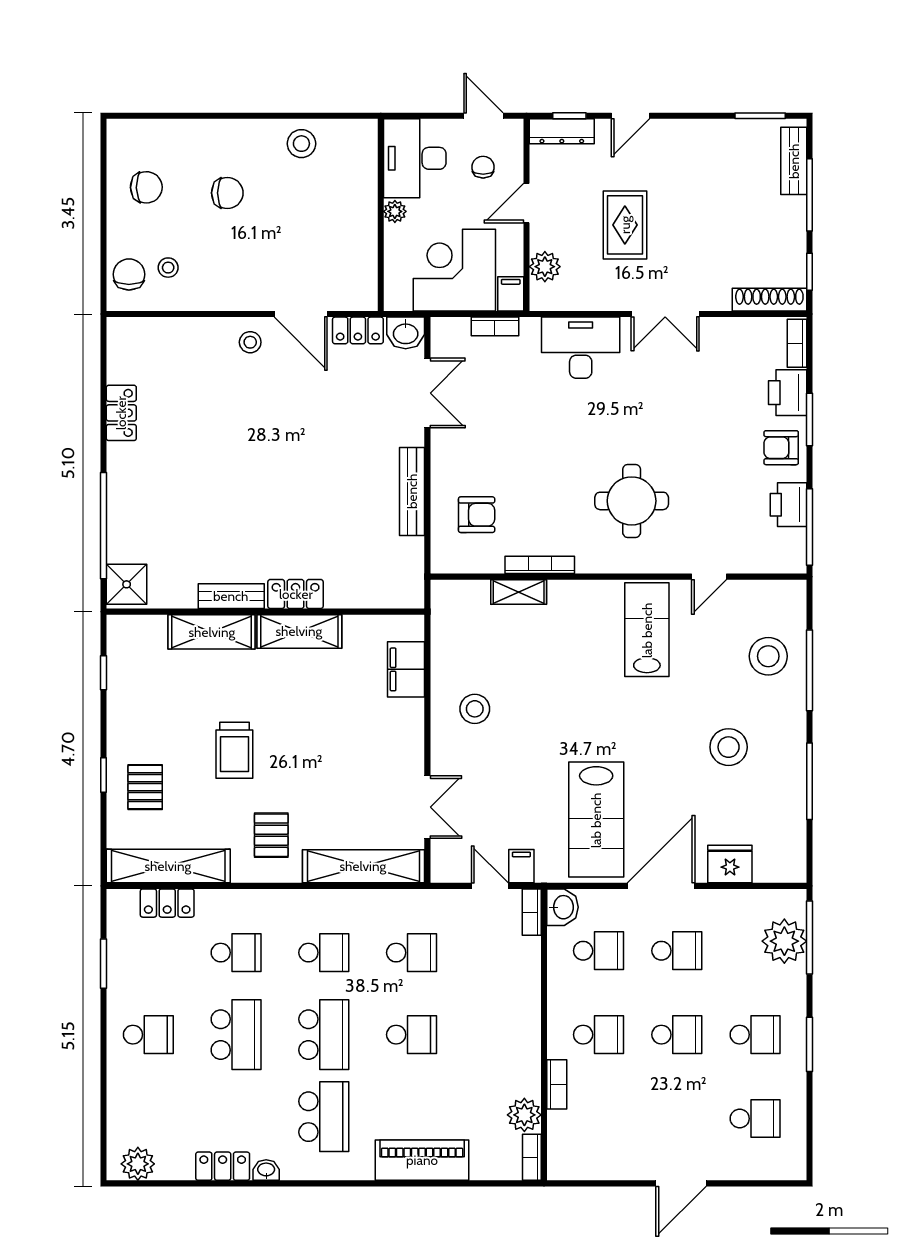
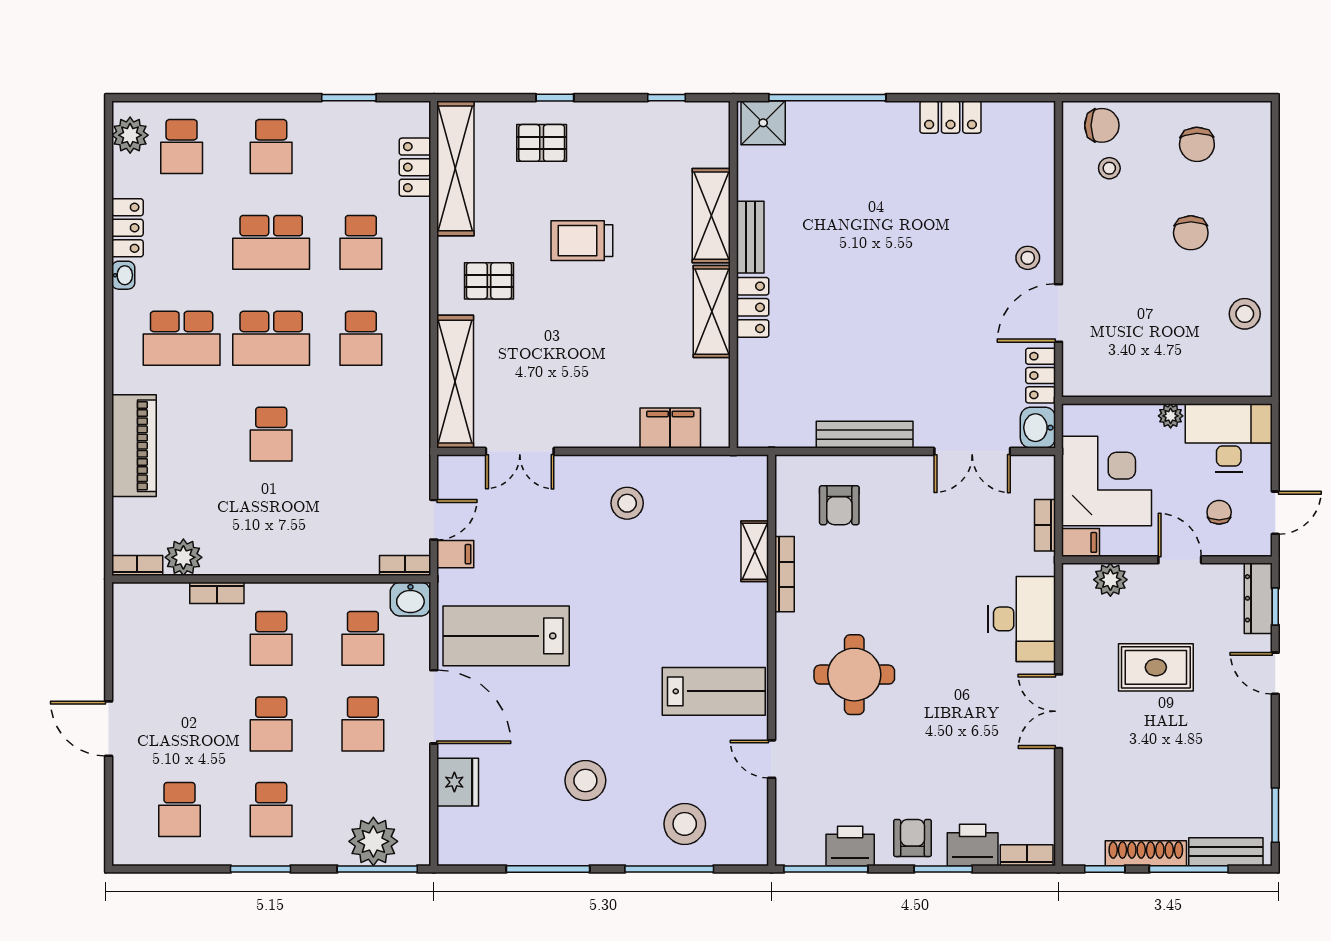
chair: (483, 167) -> (1219, 512), turned -90
shoe rack: (769, 300) -> (1146, 853), moved, turned -90
school desk: (412, 953) -> (182, 147), moved

